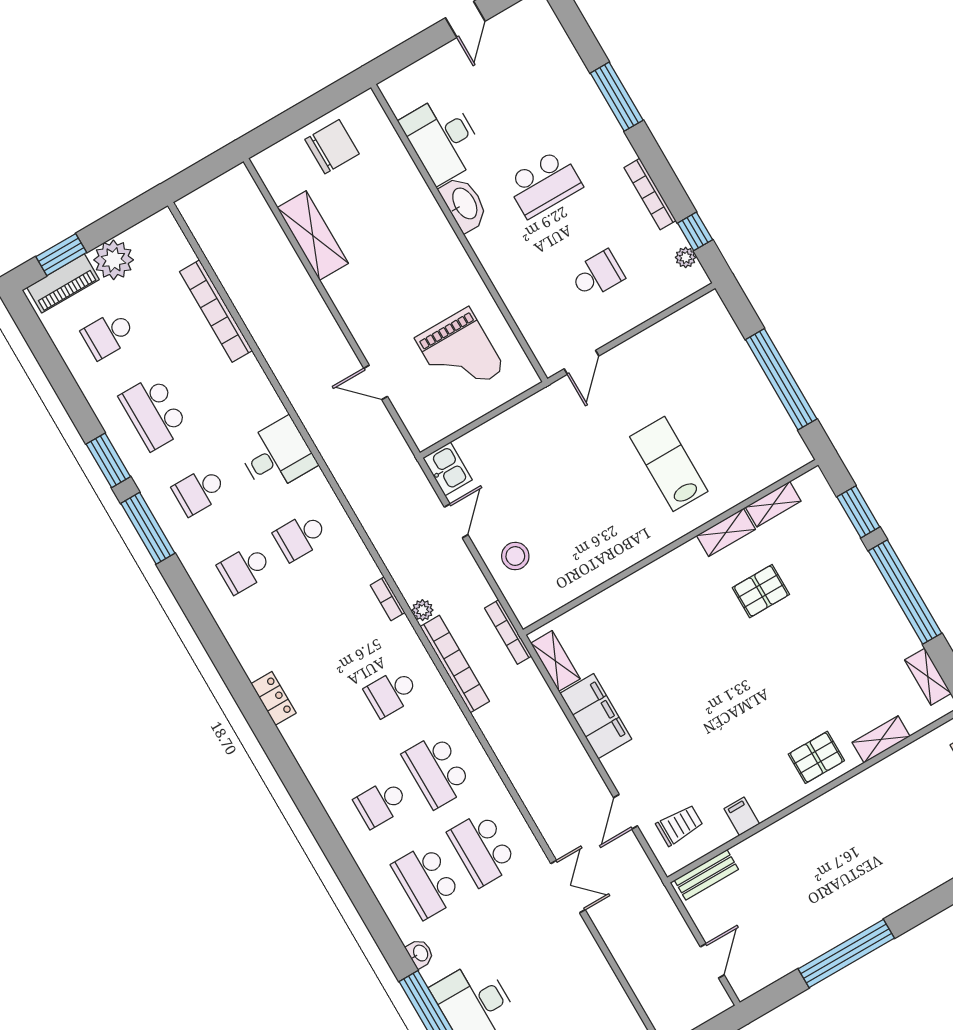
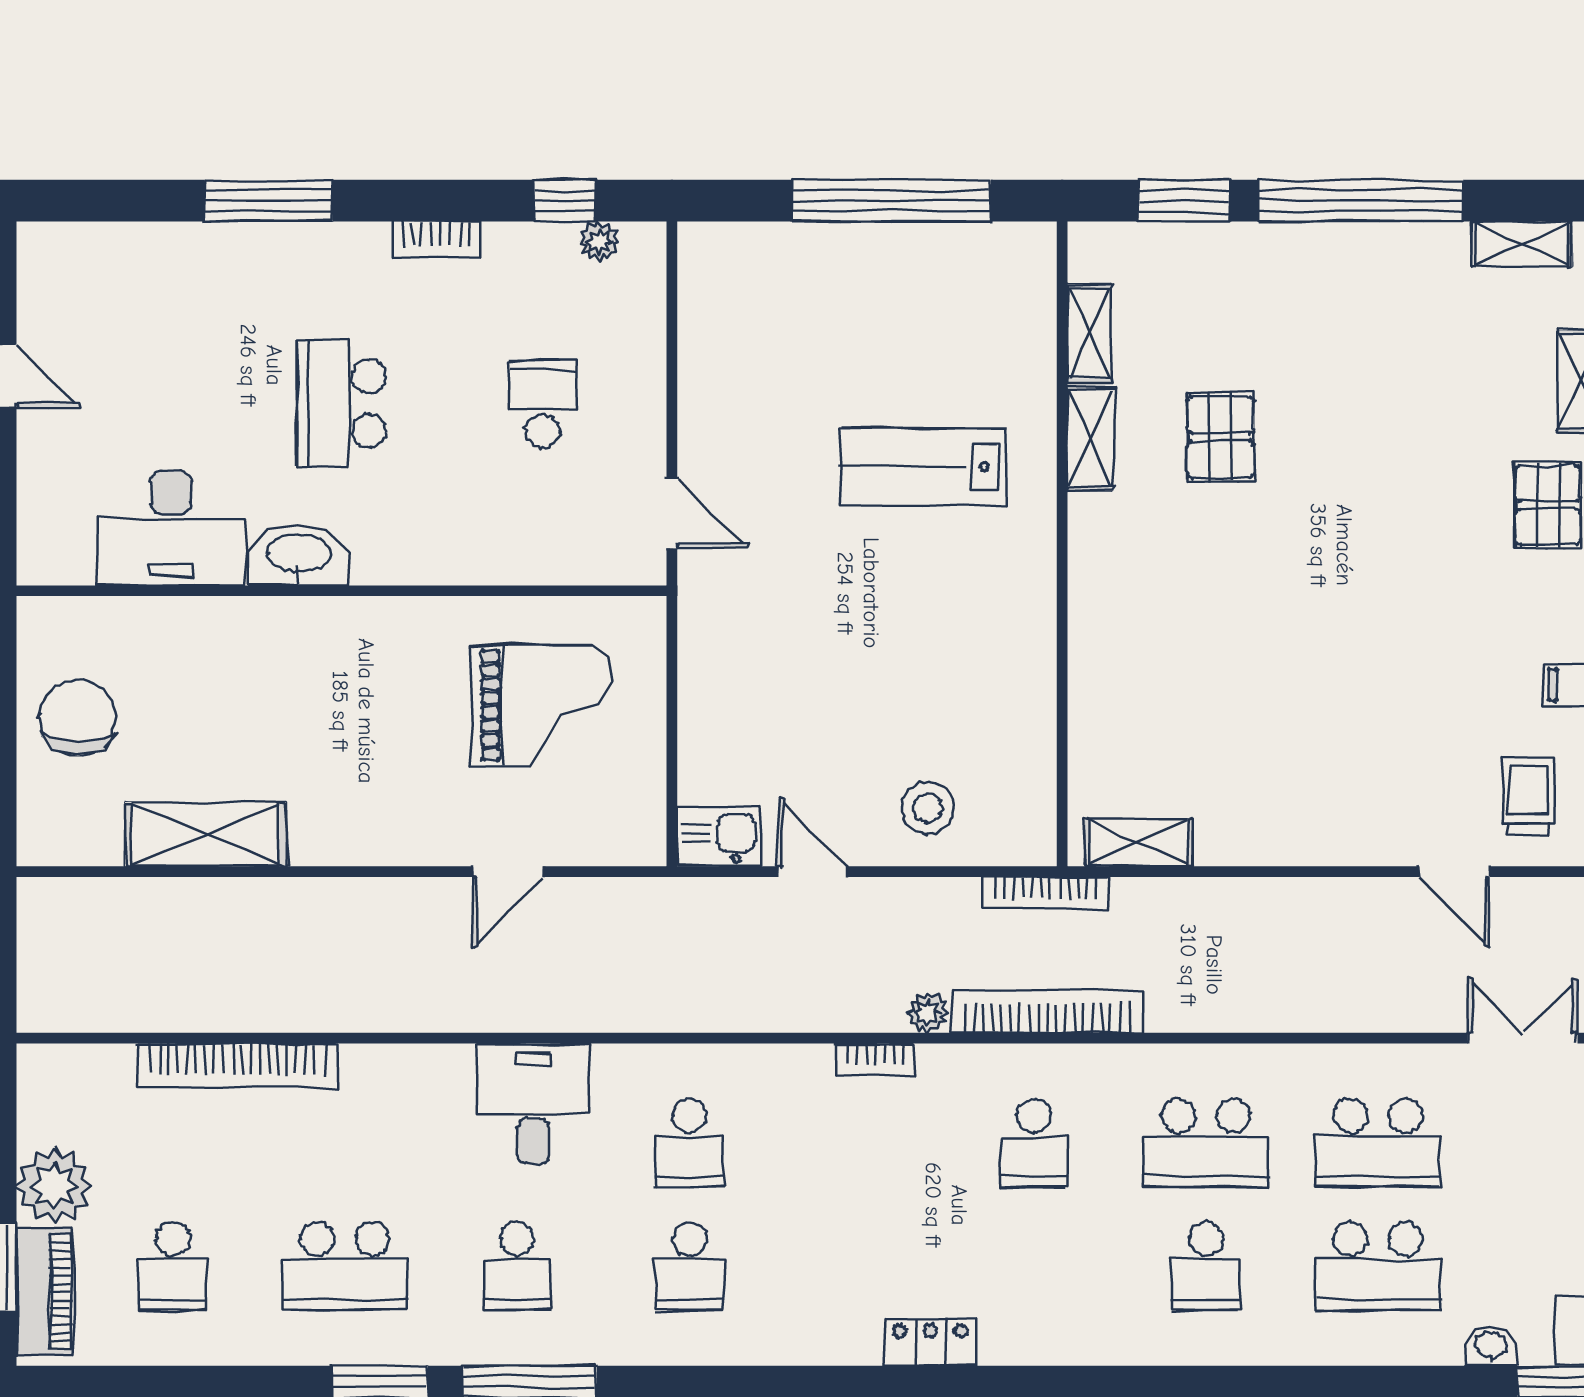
school desk: (544, 184) -> (342, 404), turned 180
bookcase: (650, 194) -> (436, 239), width x0.64
filing cabinet: (596, 716) -> (1269, 829), removed

